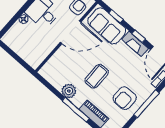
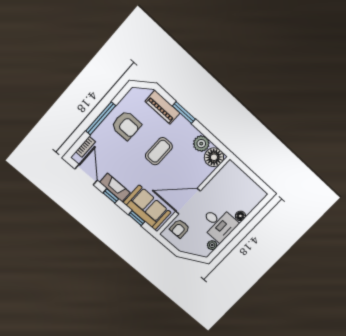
floor lamp: (49, 72) -> (214, 157), added
plant: (69, 91) -> (201, 144), moved
armchair: (125, 98) -> (126, 125), turned 90
window: (76, 110) -> (184, 113), width x0.69

